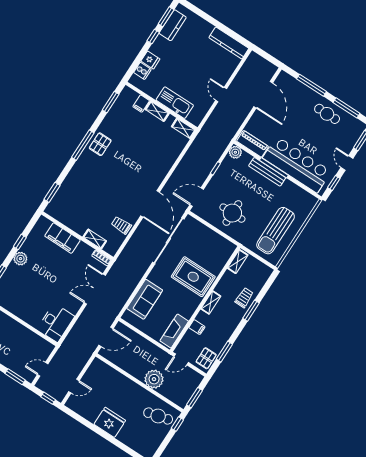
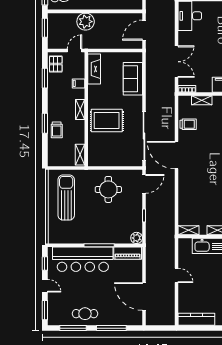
bench: (267, 172) -> (102, 239), removed

